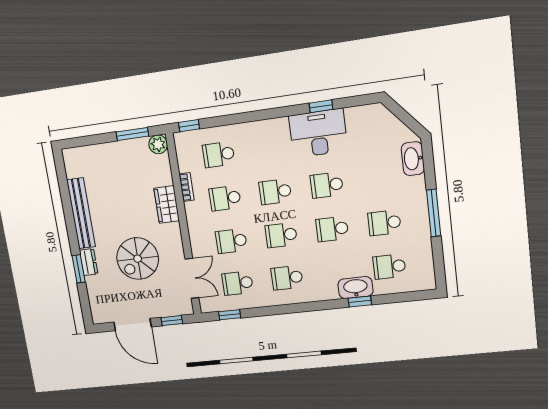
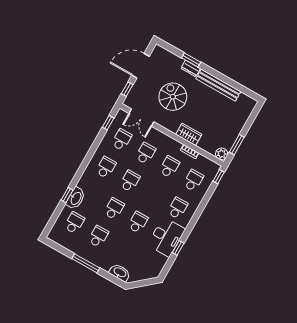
school desk: (275, 192) -> (178, 208), moved

